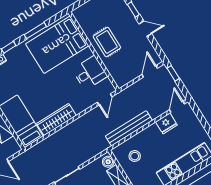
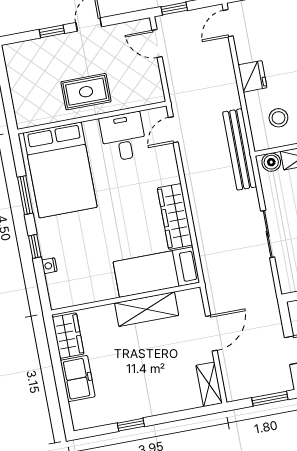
door: (105, 99) -> (173, 130), swing flipped
door: (177, 107) -> (228, 23), hinge flipped
fridge: (166, 123) -> (253, 76), moved
bench: (129, 128) -> (240, 149), moved

